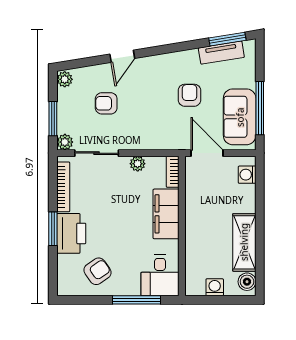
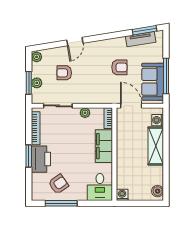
armchair: (189, 95) -> (119, 67), turned 90
plant: (65, 142) -> (37, 83), moved
shelving: (244, 242) -> (156, 146), moved
washing machine: (215, 287) -> (122, 195), moved
window: (136, 300) -> (61, 203), moved

